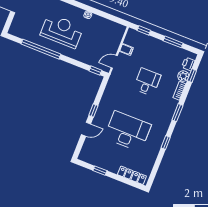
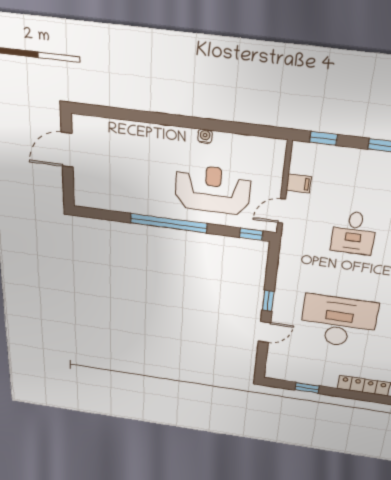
reception desk: (62, 31) -> (213, 190), moved
window: (41, 49) -> (169, 223), moved
desk: (147, 82) -> (354, 233), turned 180

